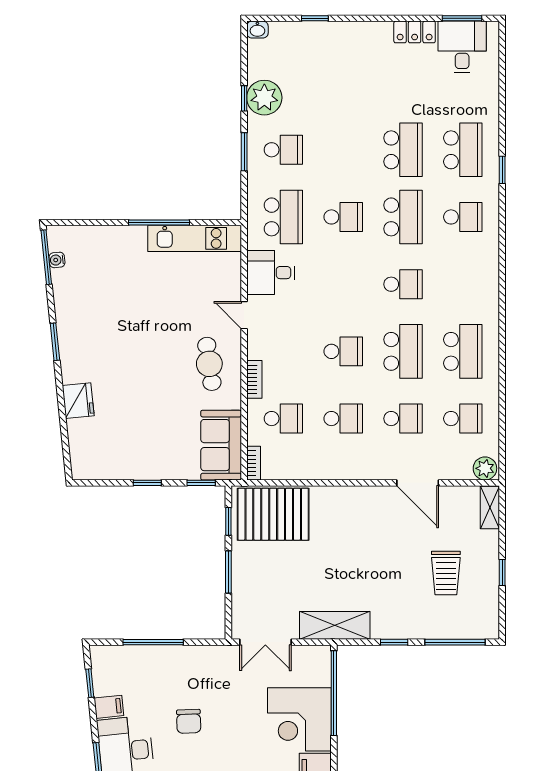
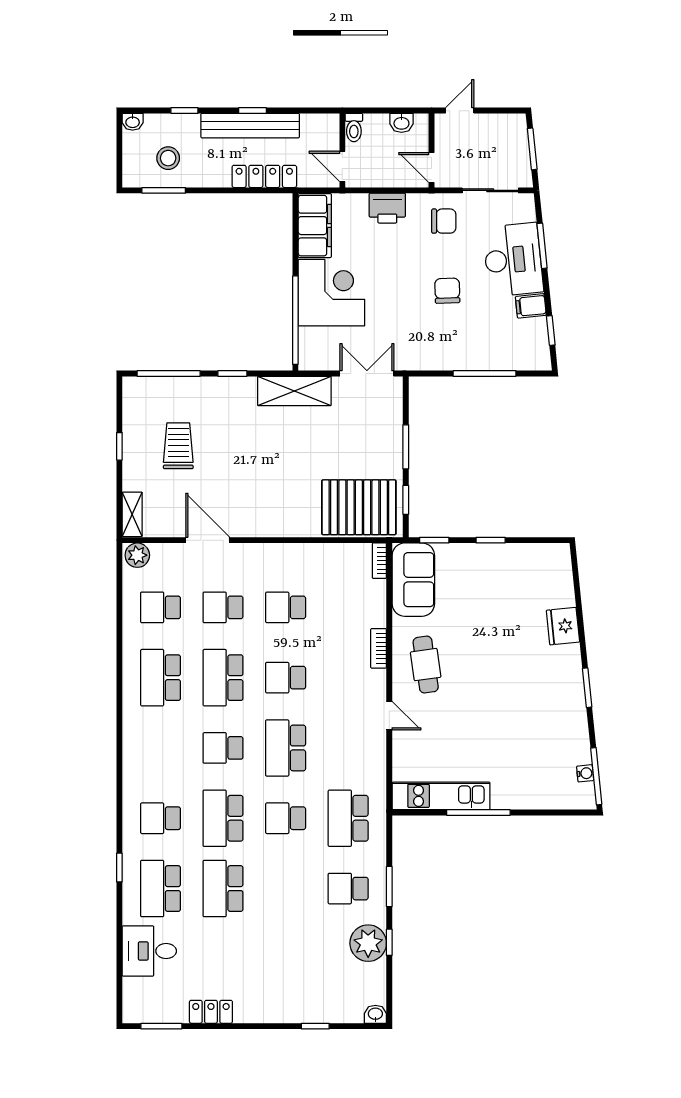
desk: (462, 47) -> (149, 951), moved, turned 90
desk: (271, 273) -> (362, 760), removed
school desk: (283, 419) -> (286, 748), moved, width x1.85

